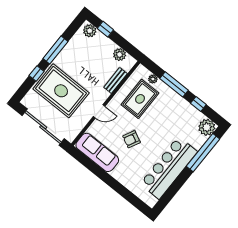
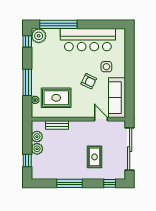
plant: (90, 31) -> (37, 149), moved
window: (37, 74) -> (110, 183), moved
rug: (61, 91) -> (94, 157), width x0.54, depth x0.49
window: (198, 104) -> (27, 41), moved
door: (99, 111) -> (101, 119), moved
side table: (132, 165) -> (106, 67), added

